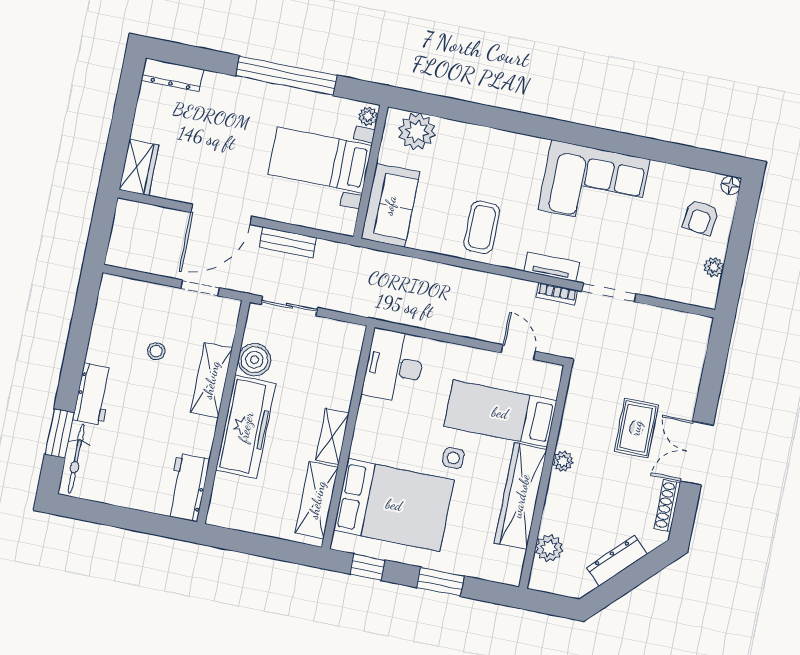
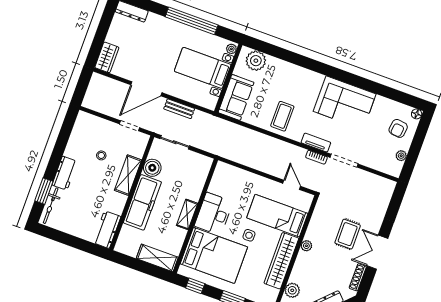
desk: (394, 366) -> (214, 214), moved
shelving: (317, 500) -> (157, 258), moved, turned 90

